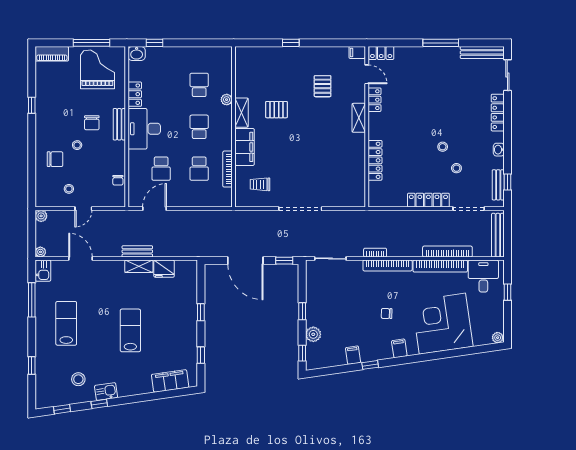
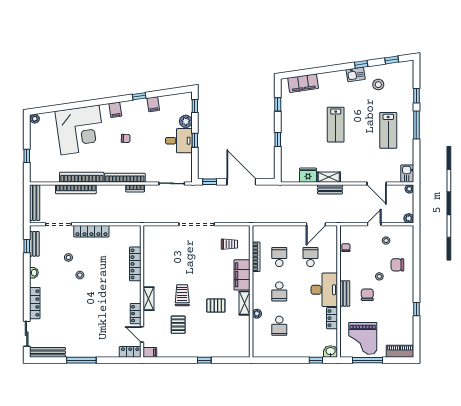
trolley: (318, 122) -> (182, 295), added
desk: (483, 276) -> (179, 141), moved, turned -90
window: (32, 300) -> (416, 125), moved

